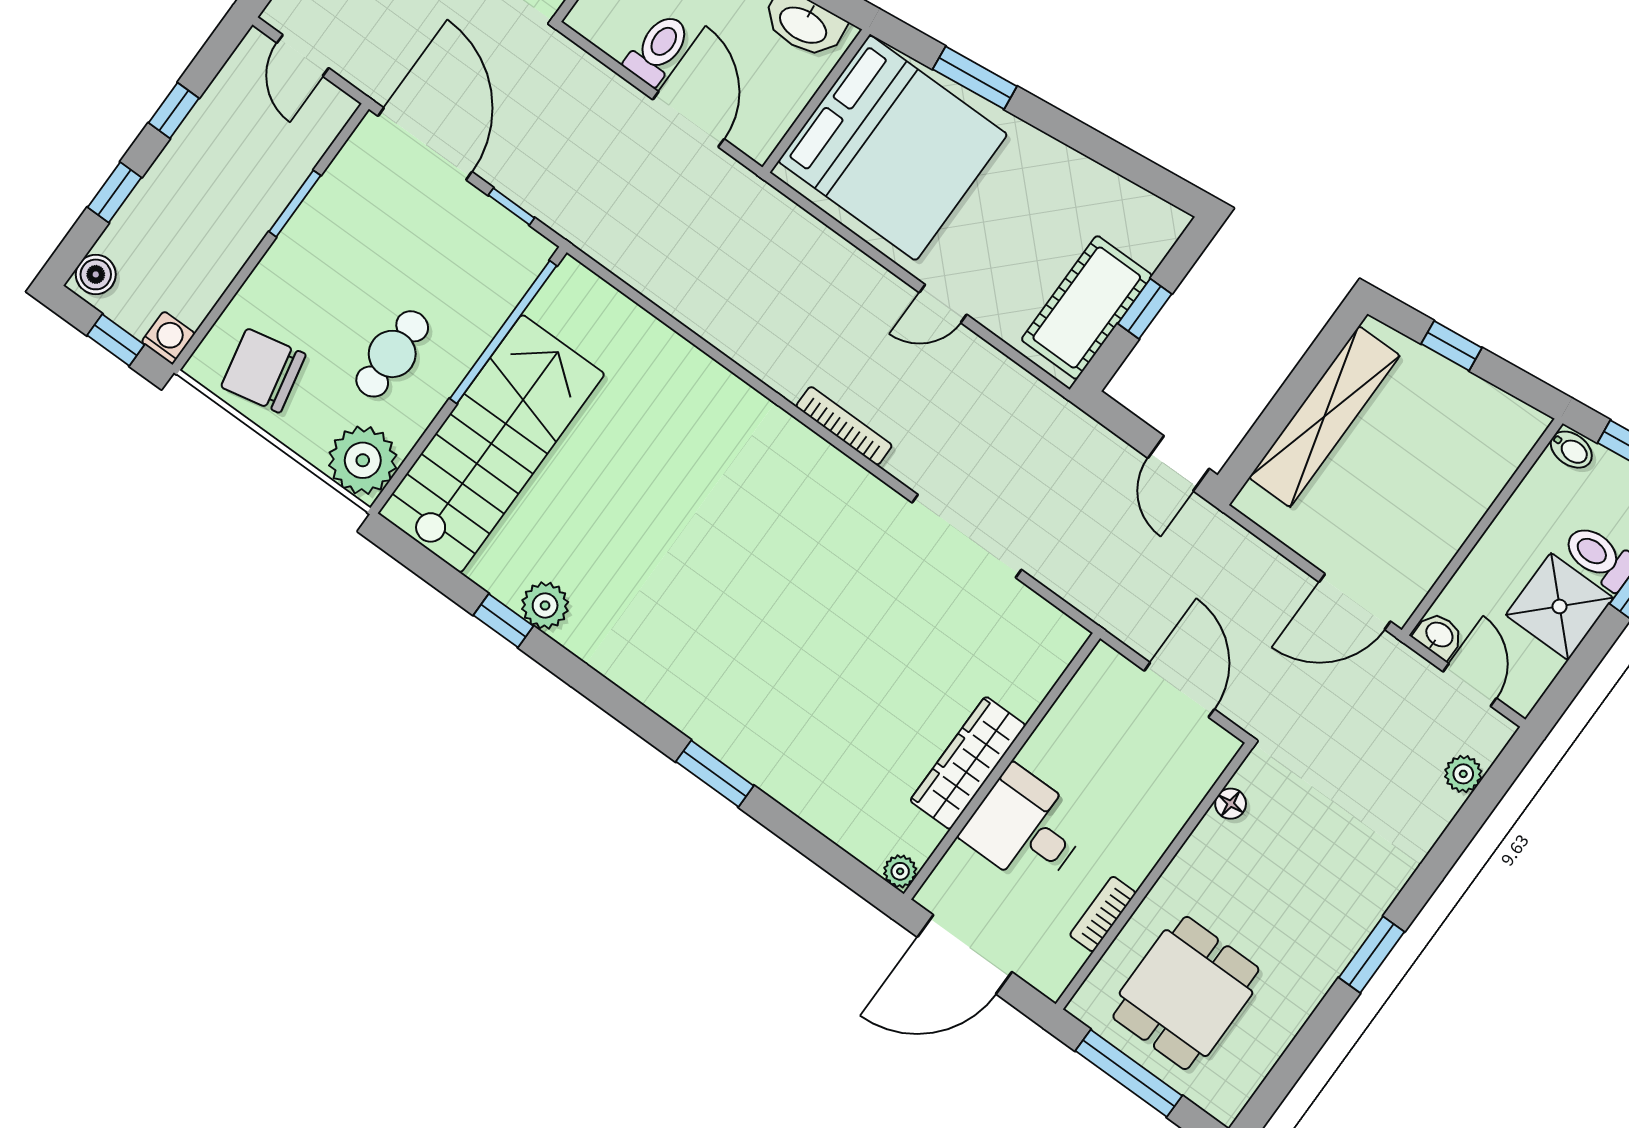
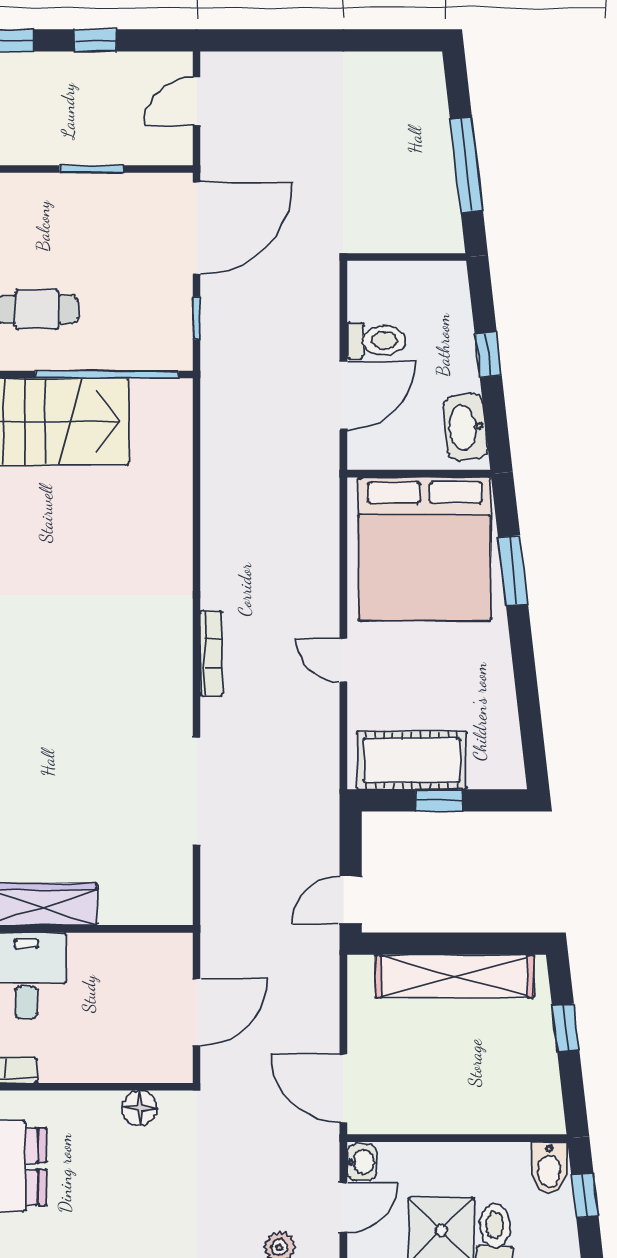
bidet: (1571, 450) -> (549, 1168), width x1.38, depth x1.36
floor lamp: (1231, 804) -> (140, 1108), width x1.37, depth x1.37

